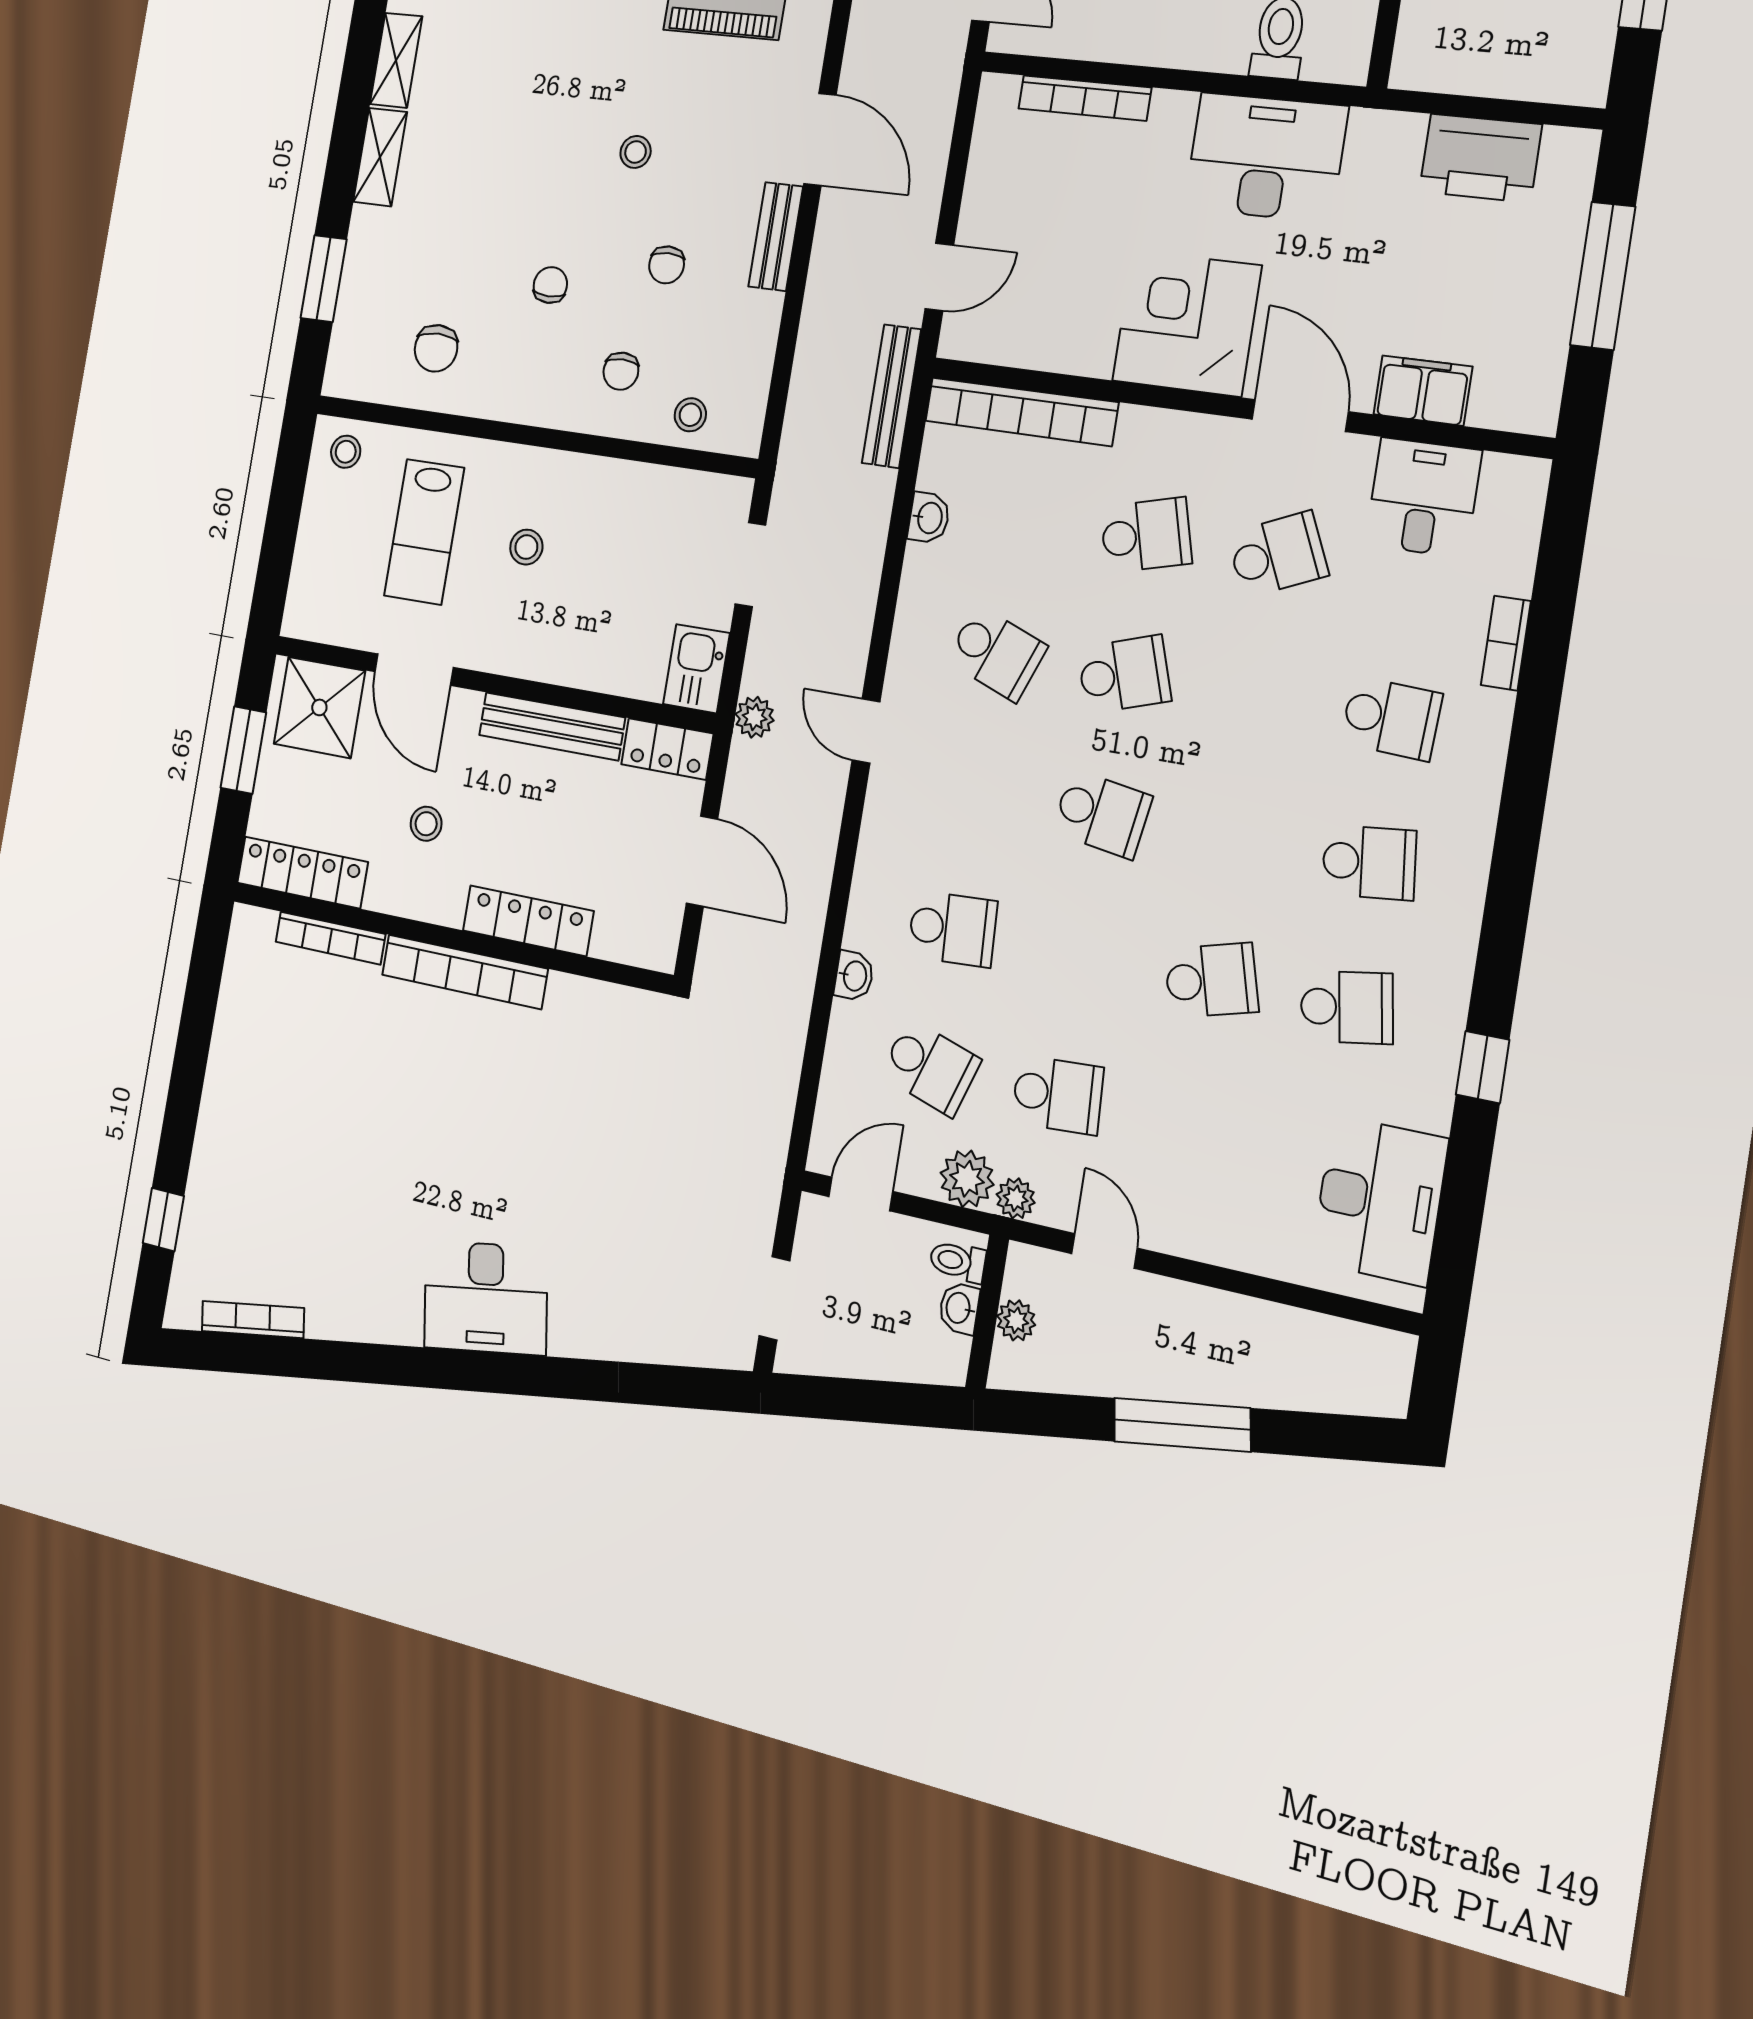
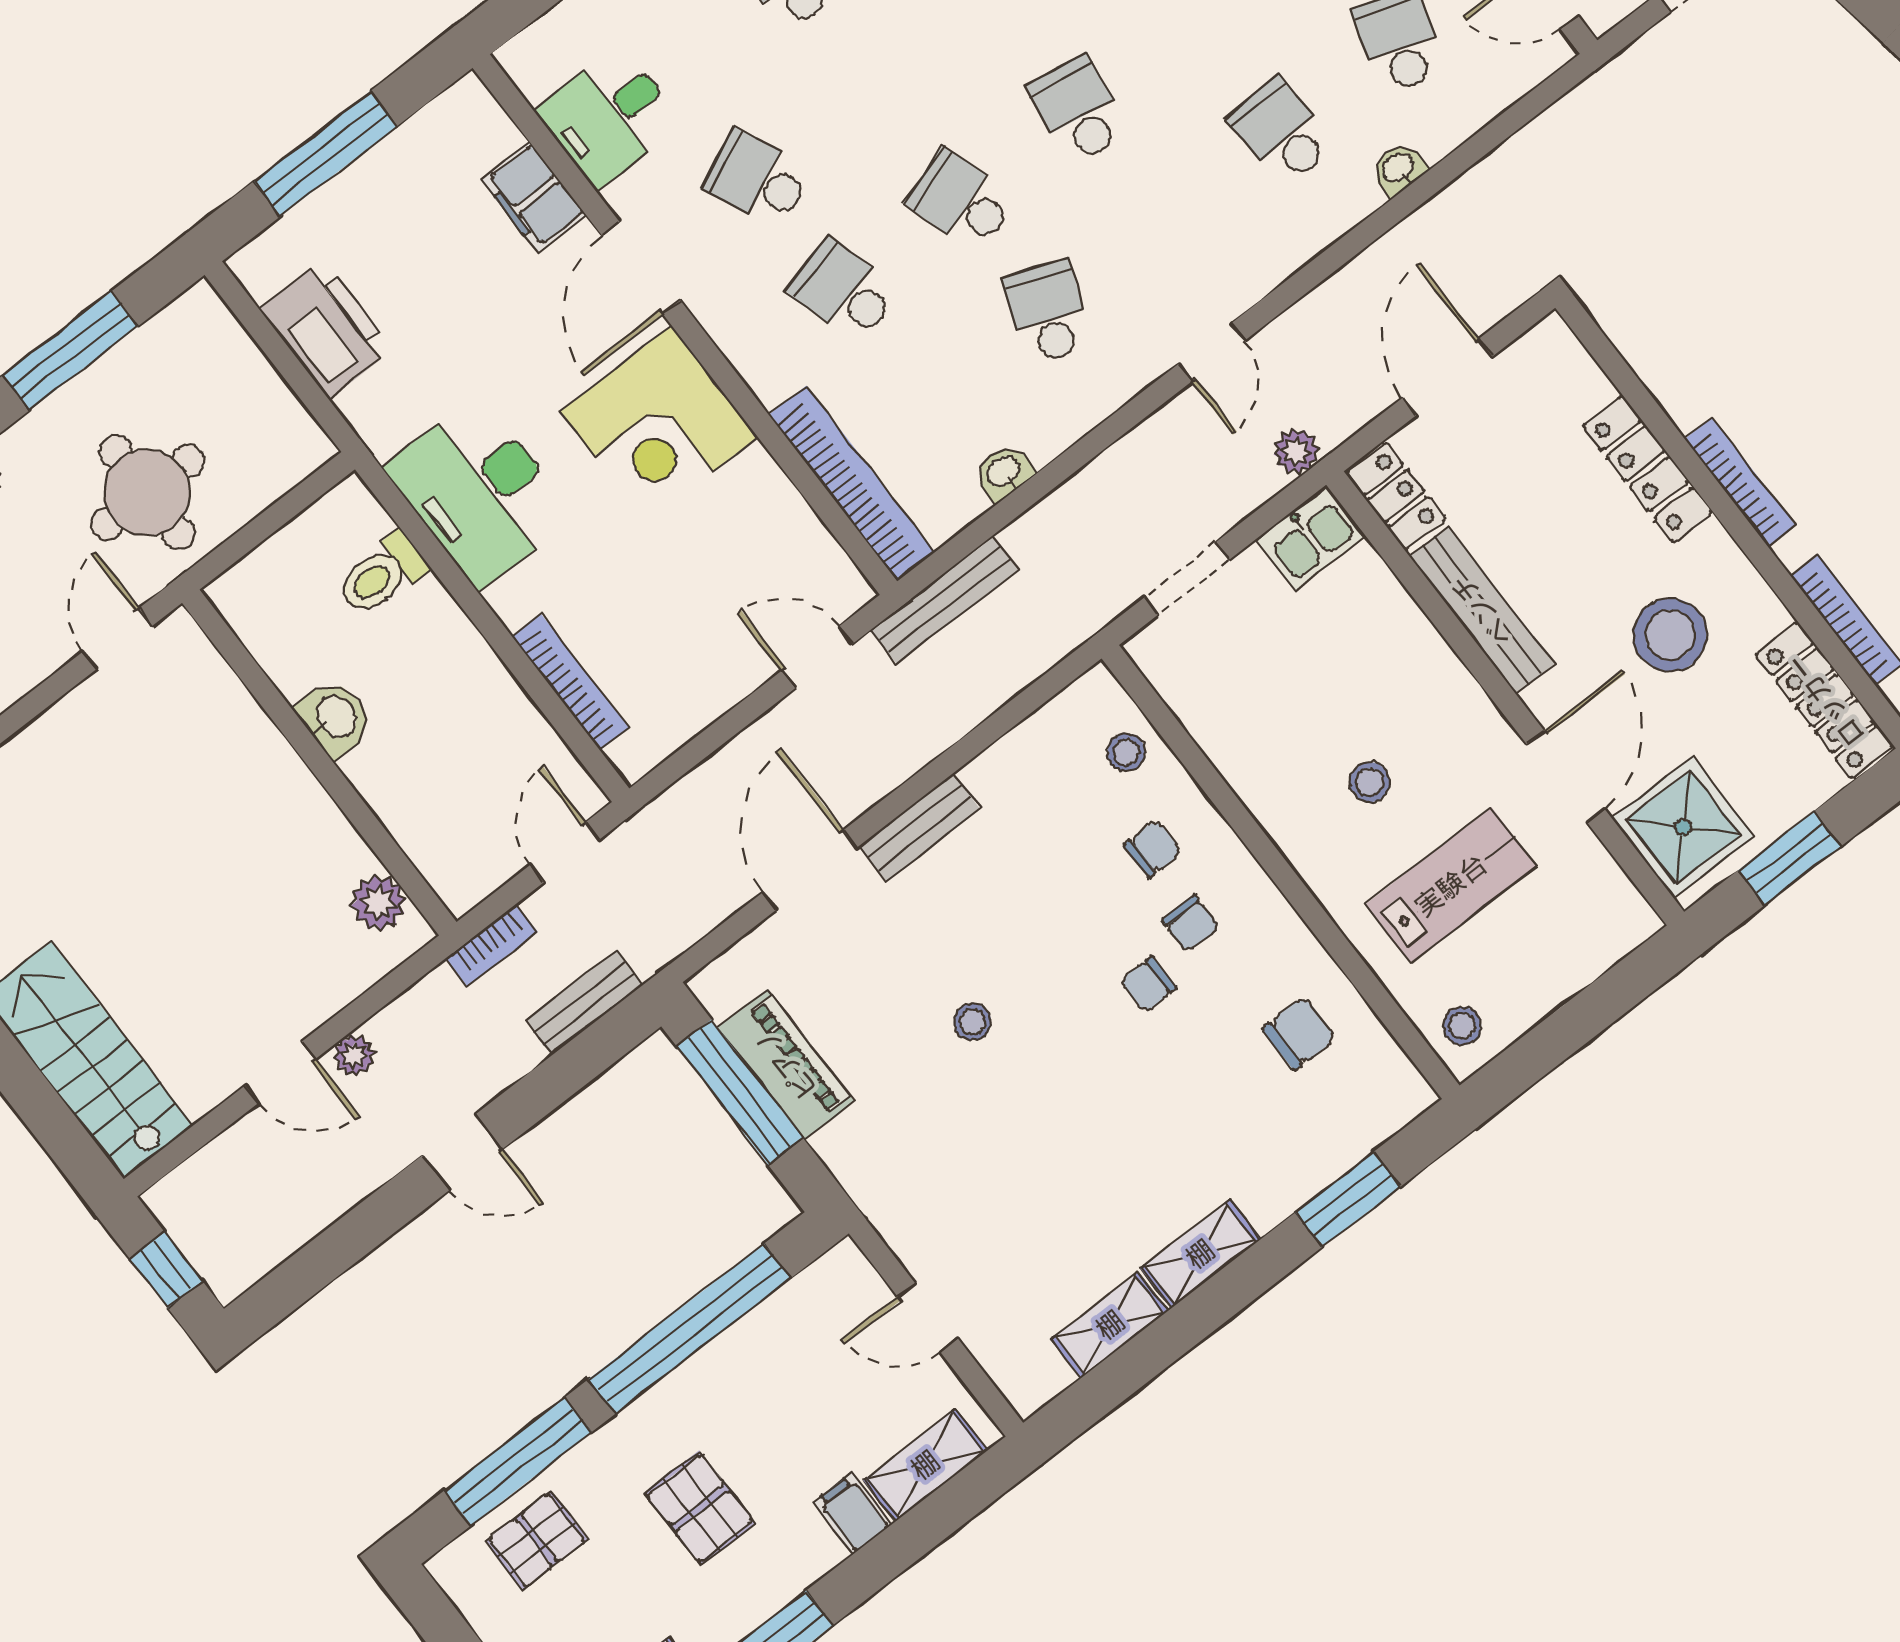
chair: (667, 265) -> (1190, 924), moved, turned 90
stool: (426, 824) -> (1670, 635), width x1.89, depth x1.89
bookcase: (464, 972) -> (1740, 482), width x0.68, depth x0.76

